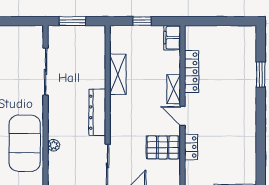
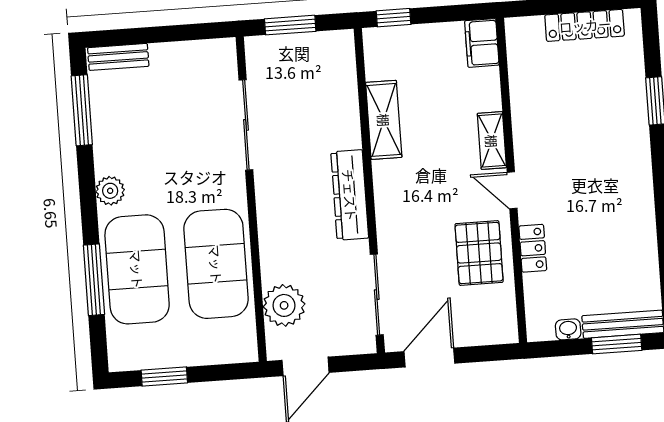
window: (142, 21) -> (394, 18), moved
locker: (192, 72) -> (585, 25), moved, turned 90
plant: (54, 145) -> (284, 305), moved, width x1.87, depth x1.87
pallet: (163, 147) -> (479, 253), turned 90

